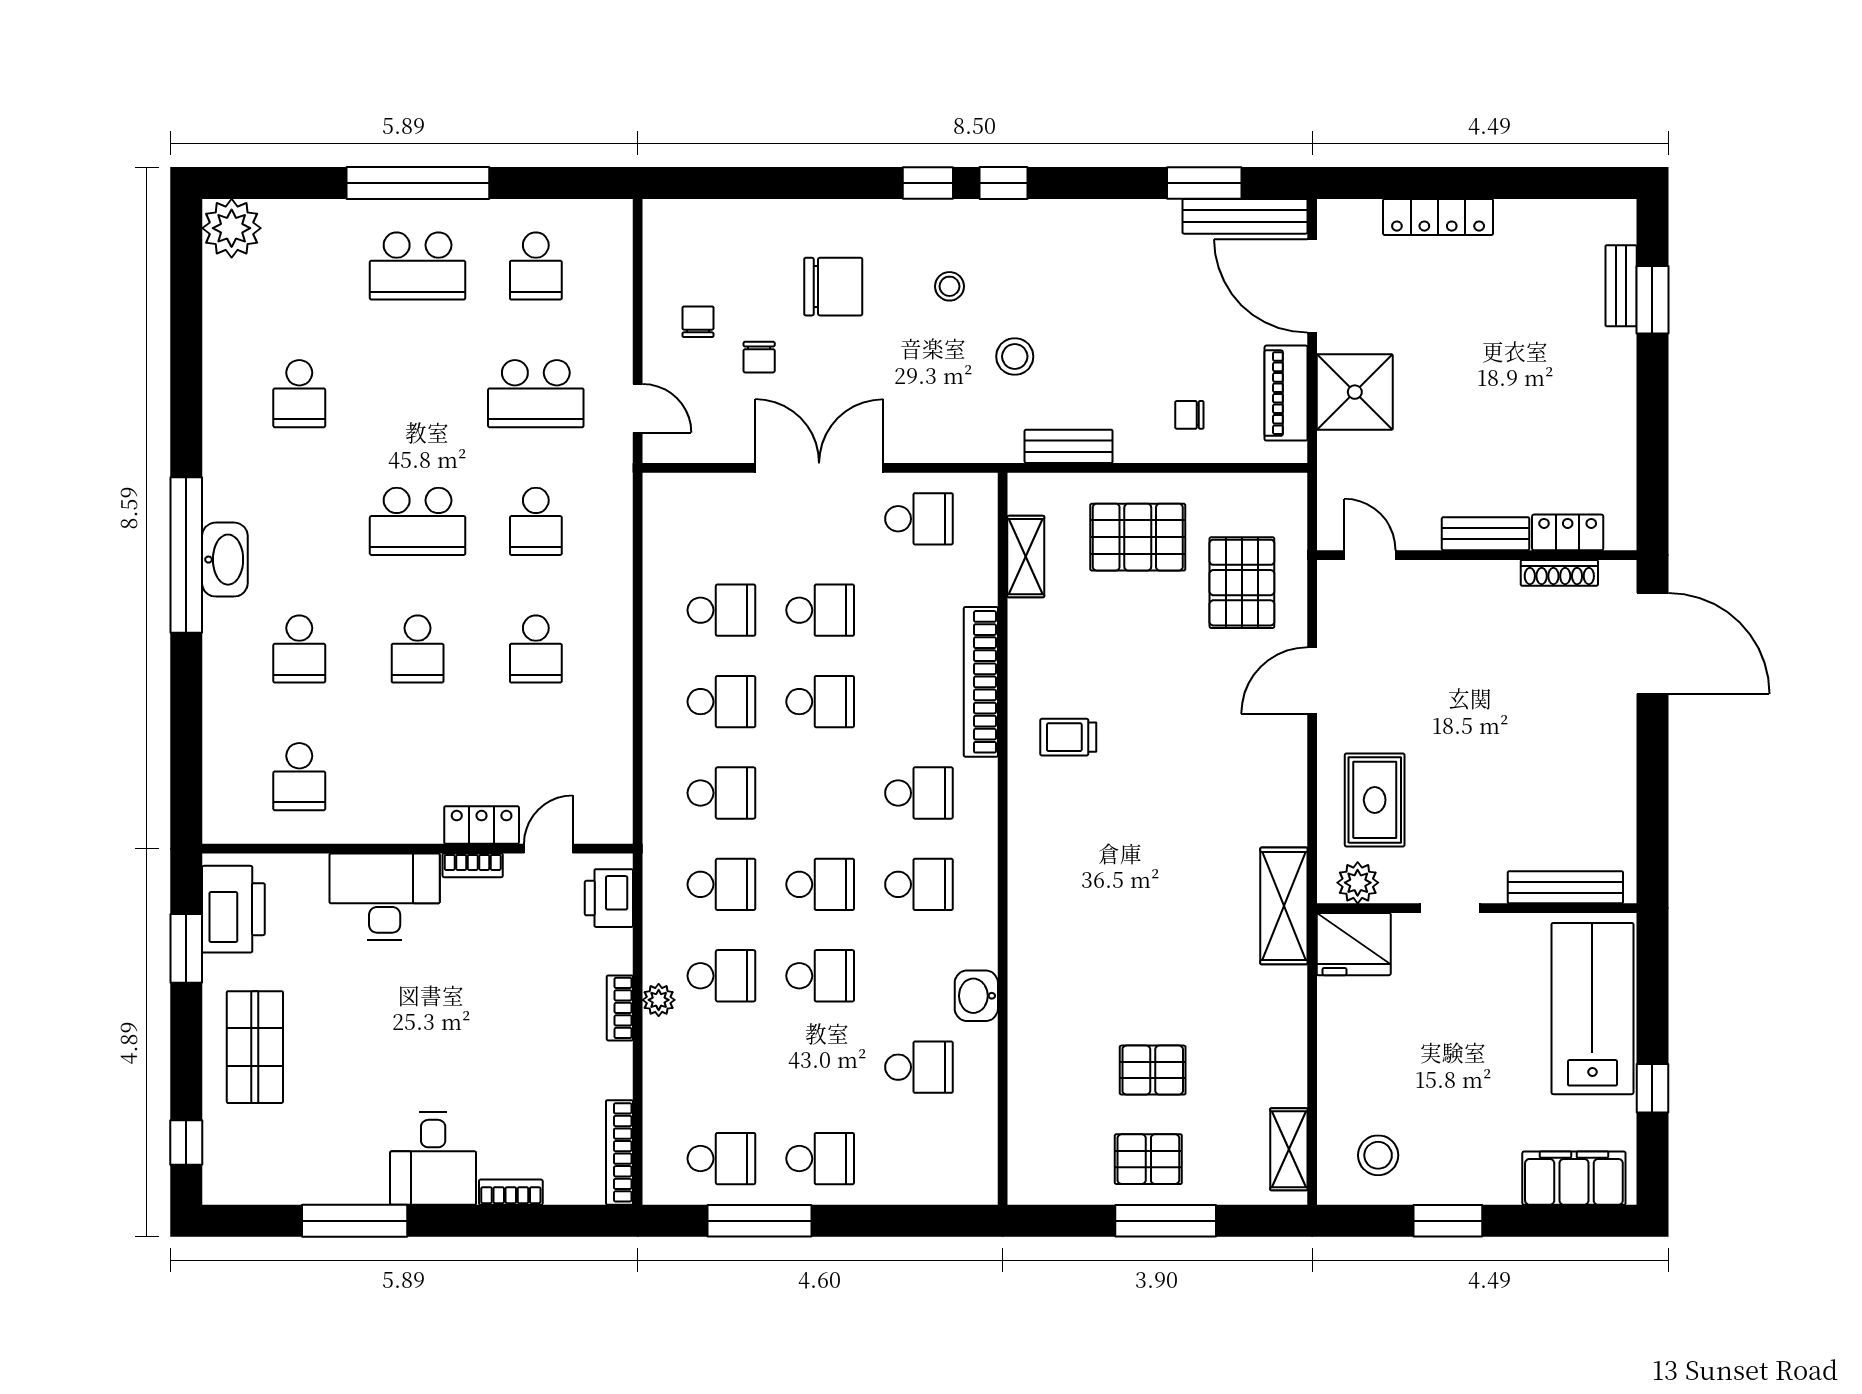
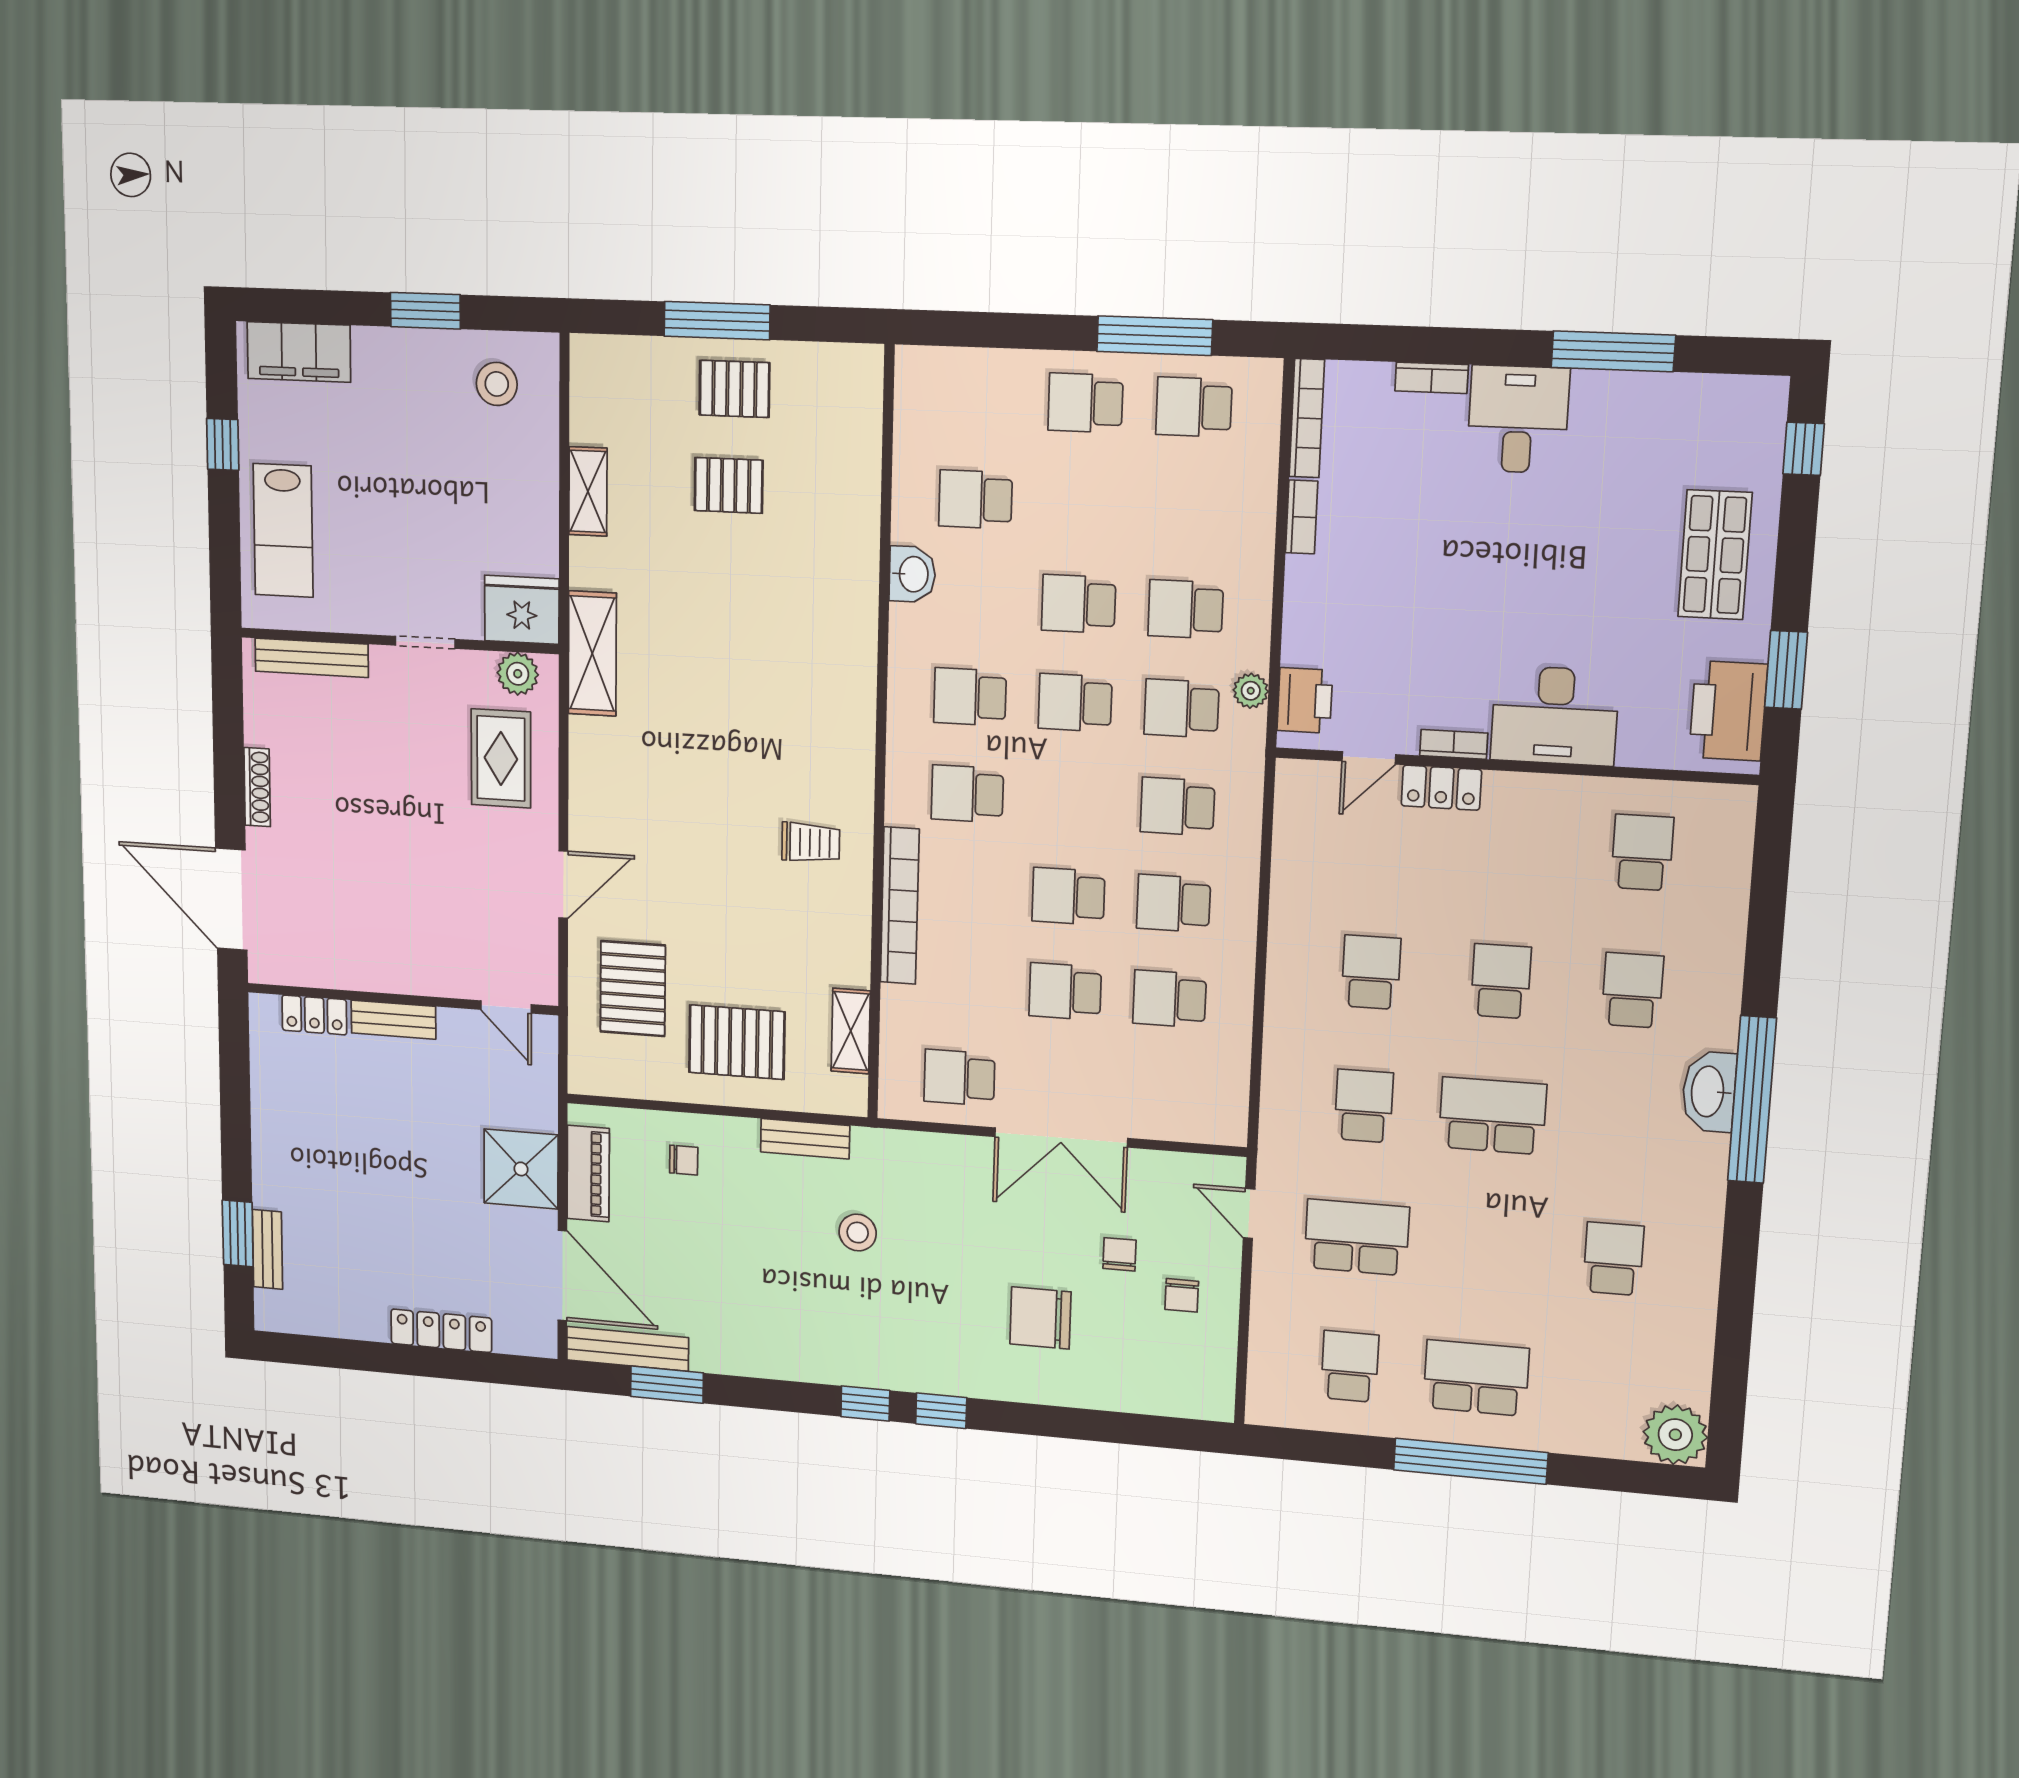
stool: (949, 286) -> (922, 1308), removed
shoe rack: (1559, 573) -> (257, 787), moved, turned 90
plant: (659, 1000) -> (1251, 691), moved
bookcase: (620, 1008) -> (1302, 517), moved
lab bench: (1592, 1009) -> (283, 530), width x0.73, depth x0.72
shelving: (1289, 1149) -> (588, 491), moved

